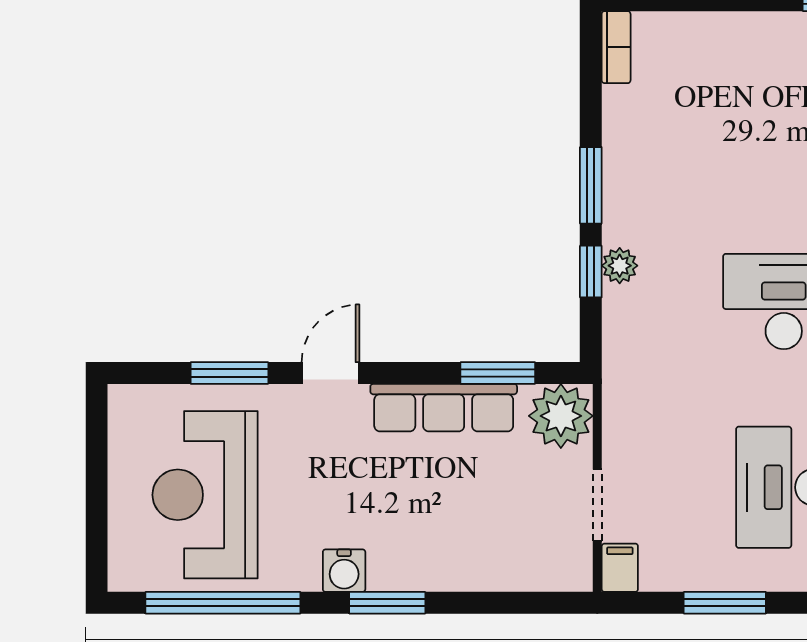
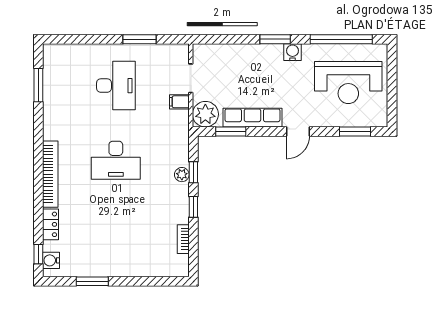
bookcase: (616, 47) -> (183, 239), moved
window: (591, 185) -> (193, 207), width x0.67
window: (229, 373) -> (355, 131), moved
reception desk: (205, 495) -> (348, 83), turned 90
filing cabinet: (620, 568) -> (179, 102), moved, turned 90

